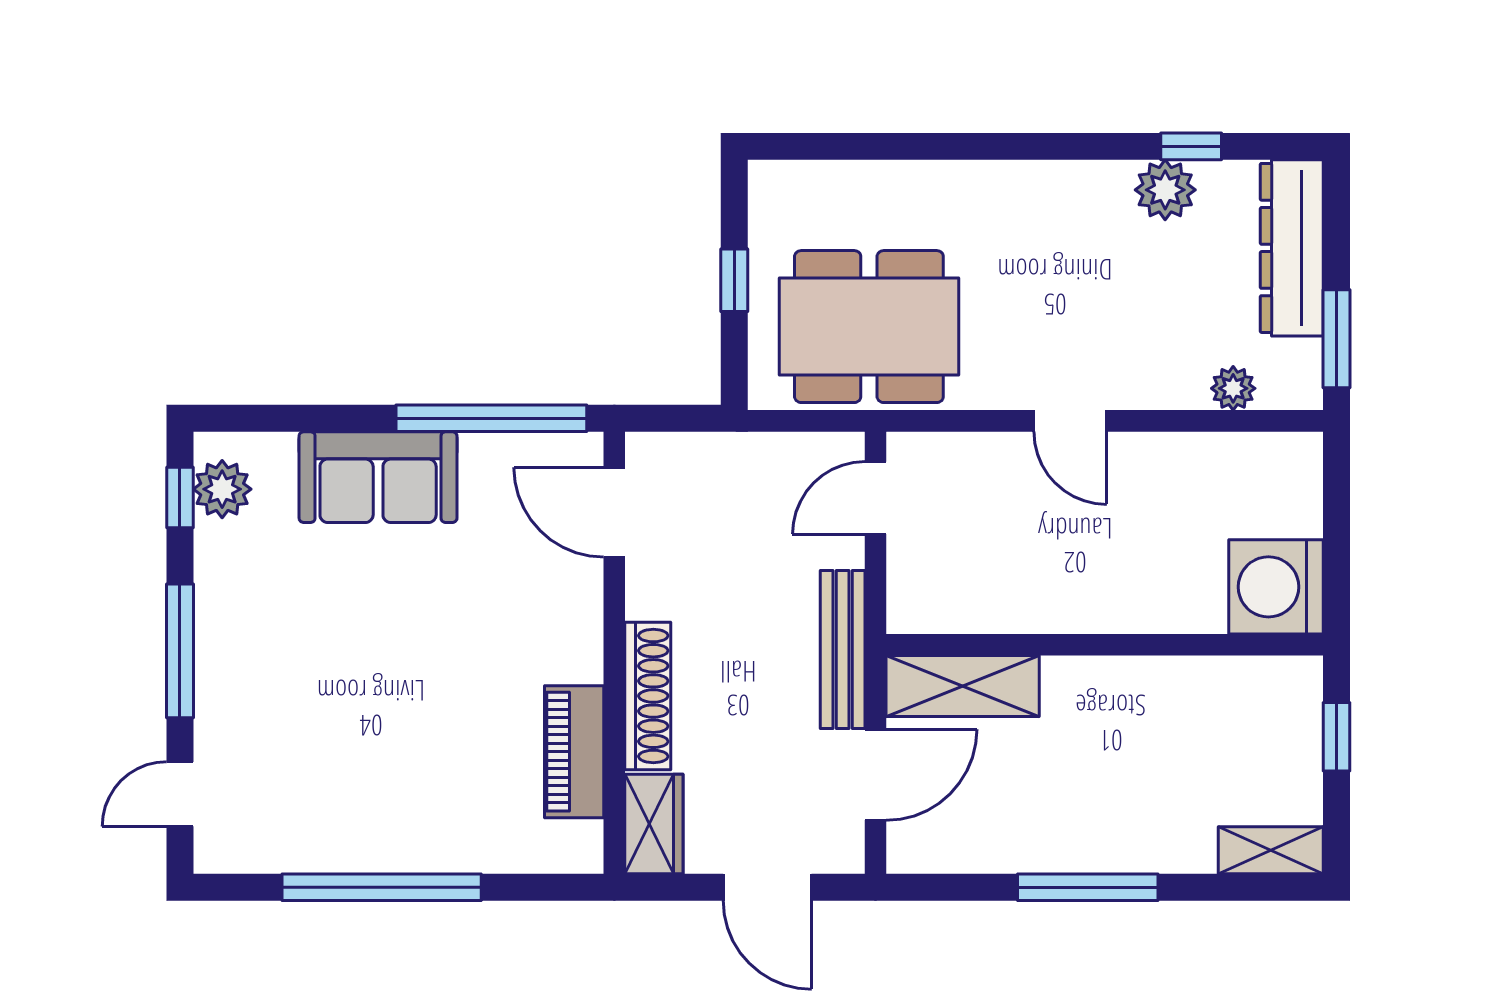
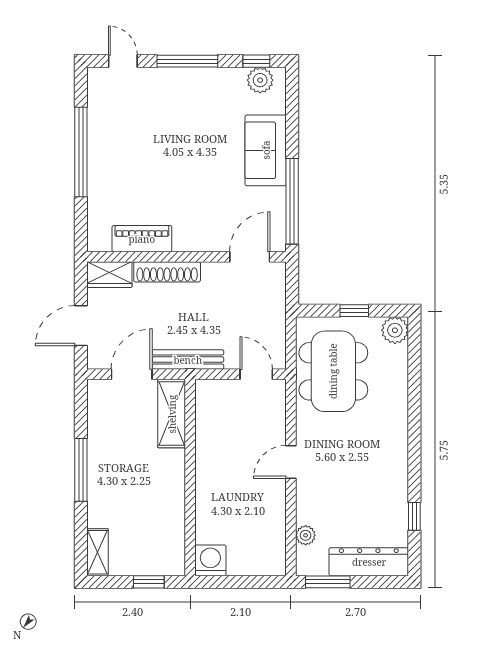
plant: (1165, 190) -> (395, 330), moved
washing machine: (1276, 587) -> (210, 560), width x0.73, depth x0.73
door: (875, 775) -> (132, 374), swing flipped

